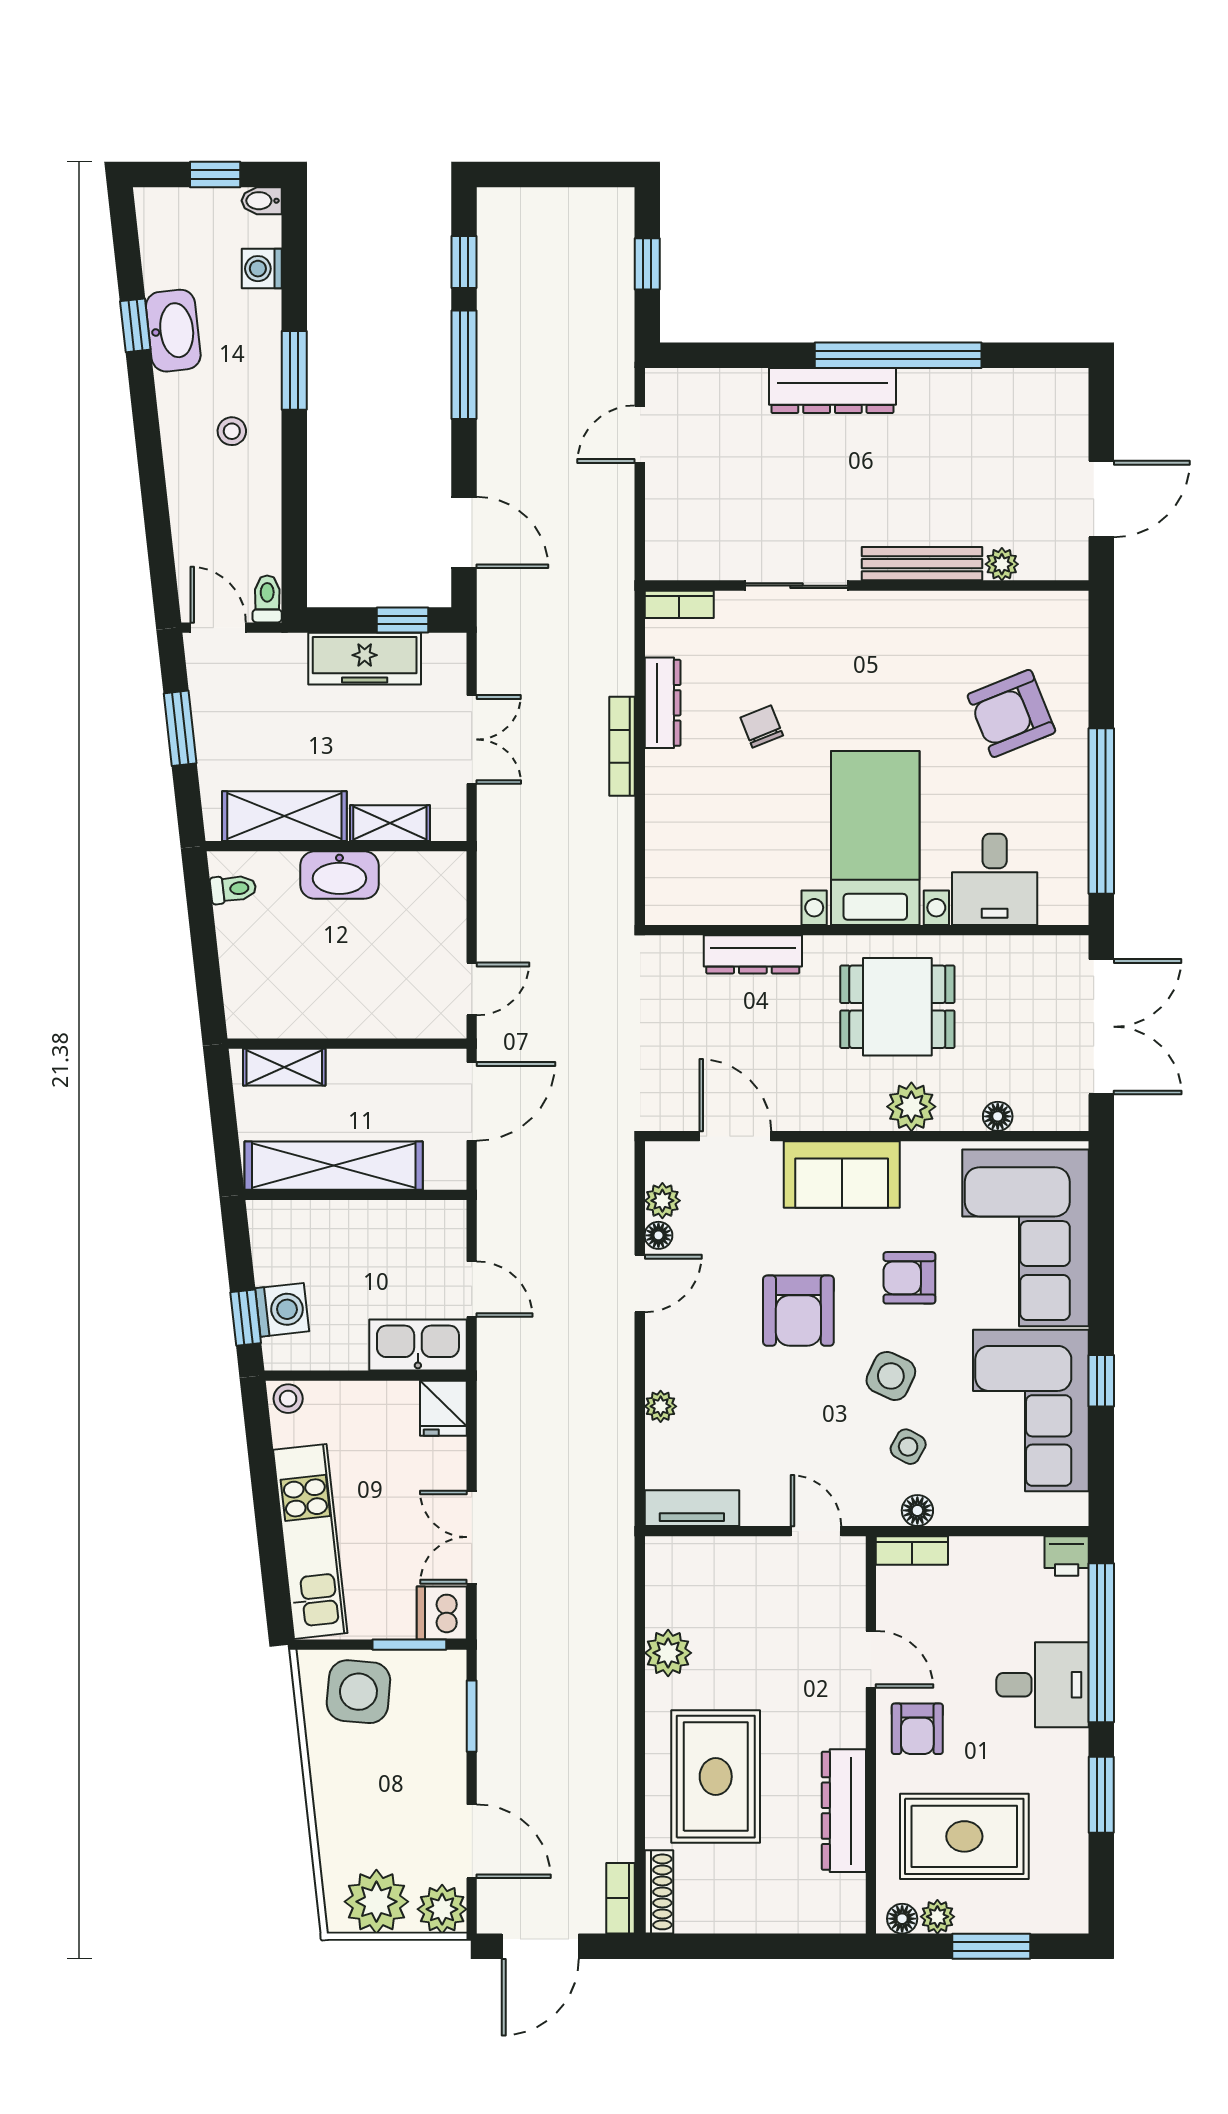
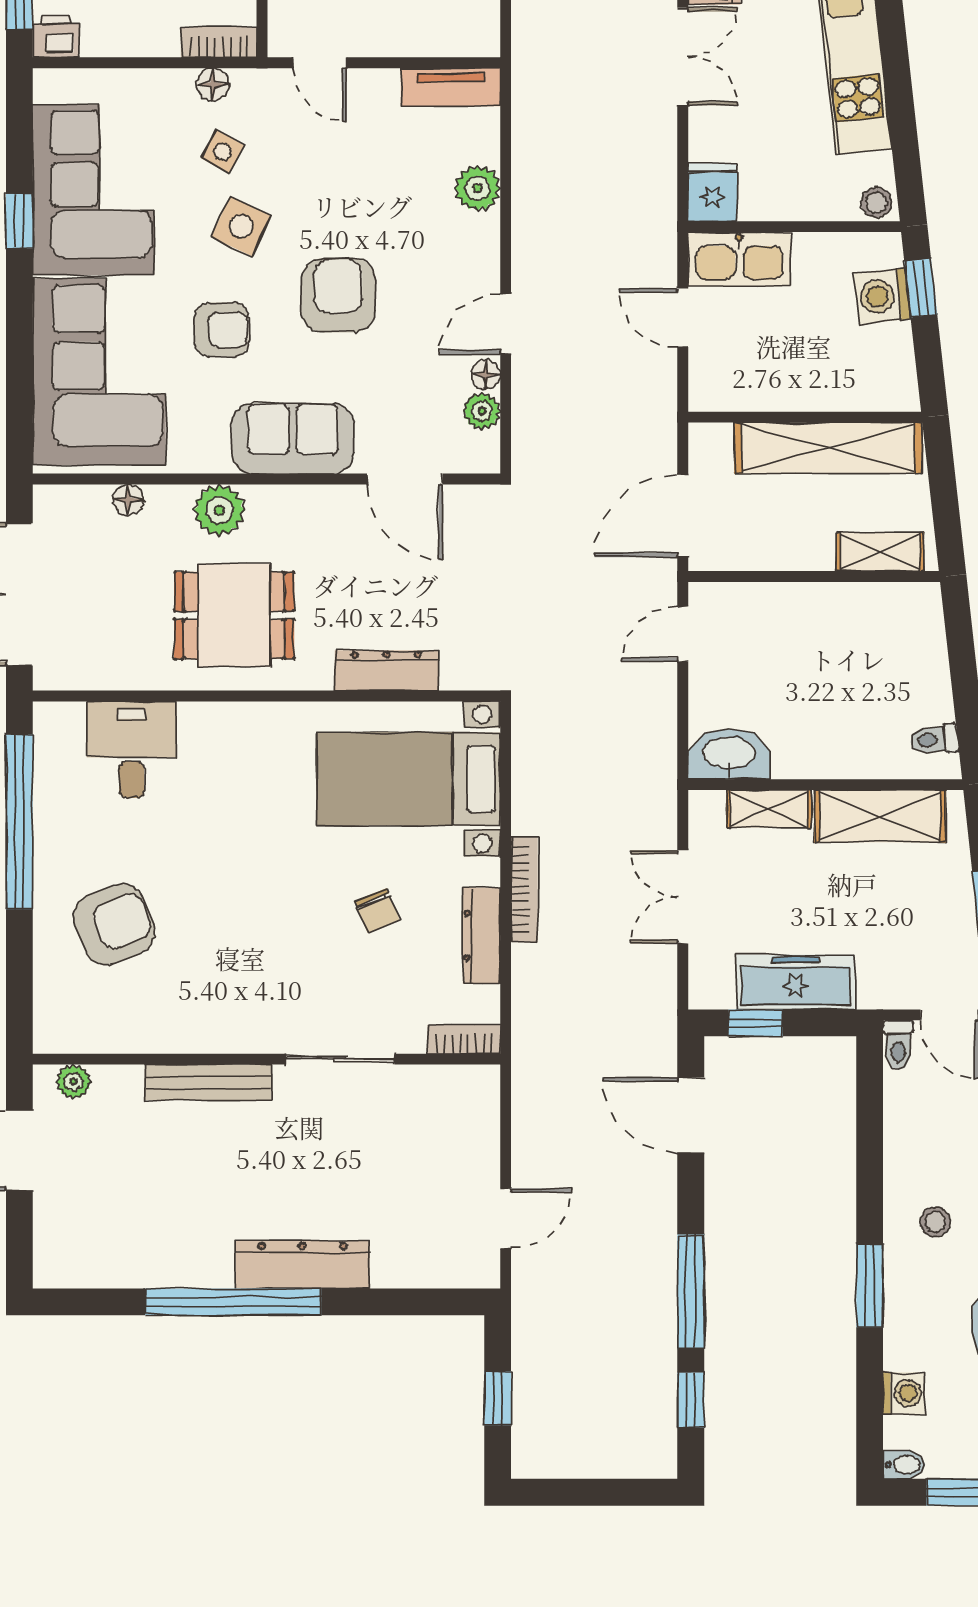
plant: (1002, 564) -> (73, 1082), moved
bed with nightstands: (875, 838) -> (409, 779), moved, turned 90
washbasin: (339, 875) -> (729, 754), moved
plant: (661, 1406) -> (477, 188), width x1.38, depth x1.38

